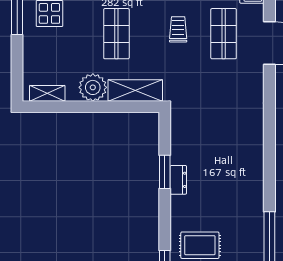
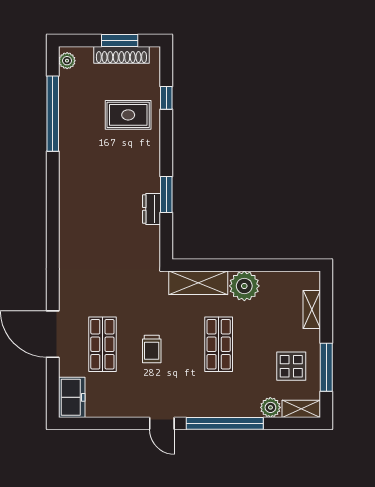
shelving: (47, 93) -> (312, 310), moved, turned 90
dresser: (178, 180) -> (151, 209), moved

